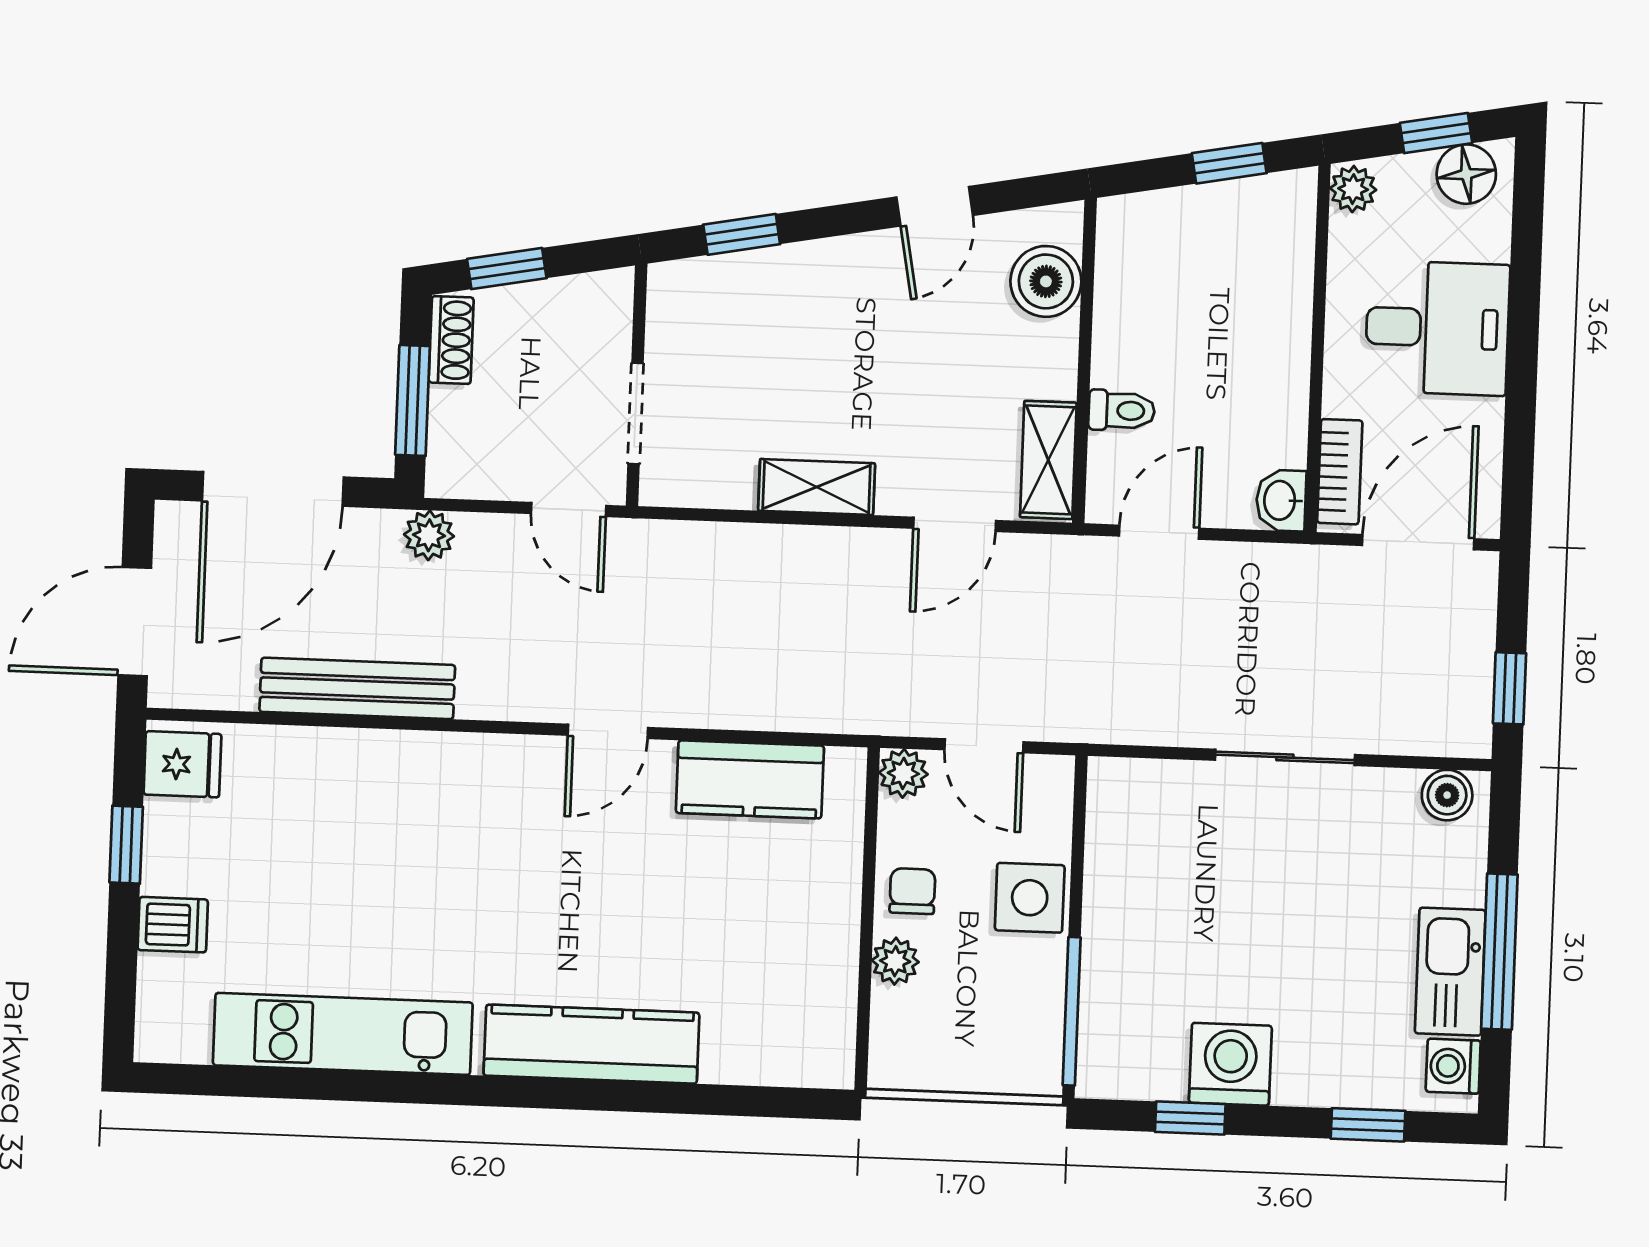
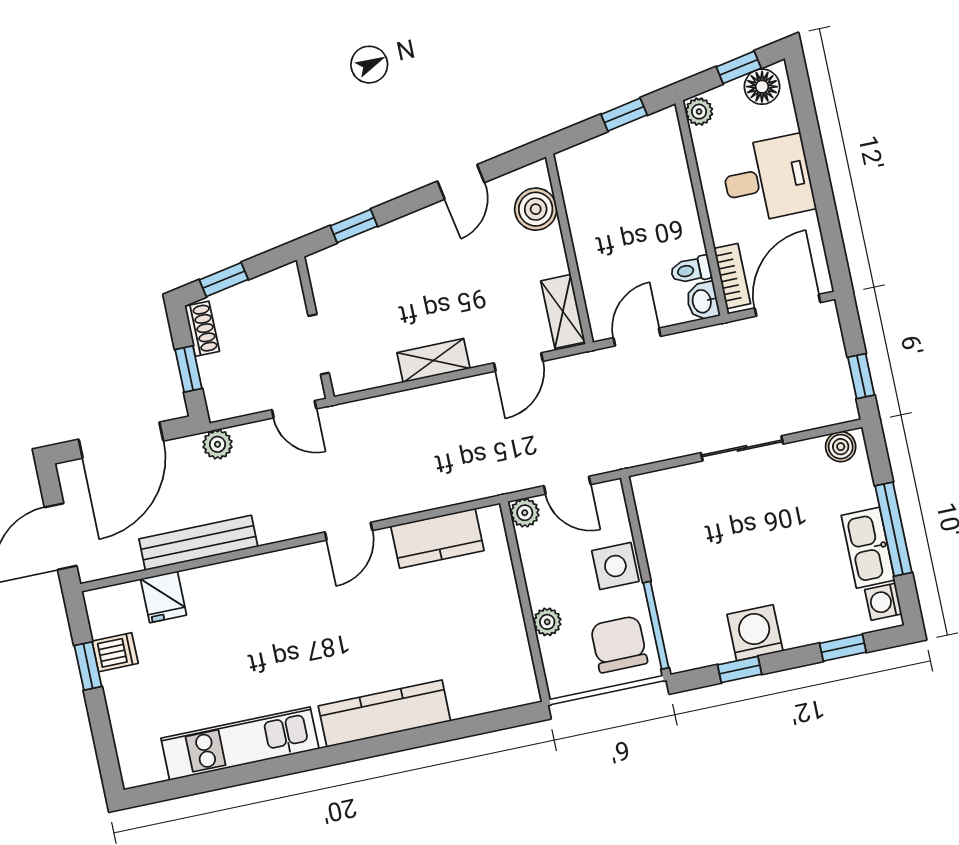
window: (413, 400) -> (189, 369), width x0.67
toilet: (1122, 411) -> (691, 270), moved, turned 180
fridge: (182, 764) -> (163, 597), moved, turned 90
chair: (912, 891) -> (619, 644), moved, width x1.87, depth x1.87
dishwasher: (173, 925) -> (115, 652), moved

